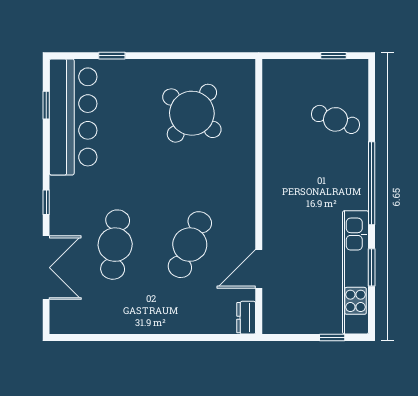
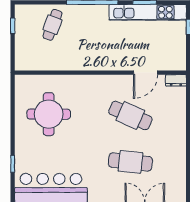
round table: (192, 113) -> (49, 114), turned -38
door: (259, 269) -> (145, 73), hinge flipped

